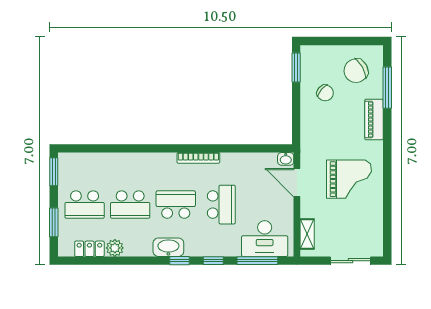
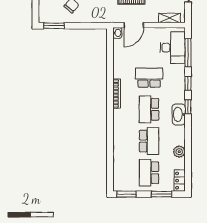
school desk: (85, 205) -> (149, 173), turned 180
locker: (89, 249) -> (180, 181), moved

